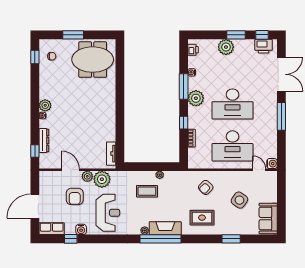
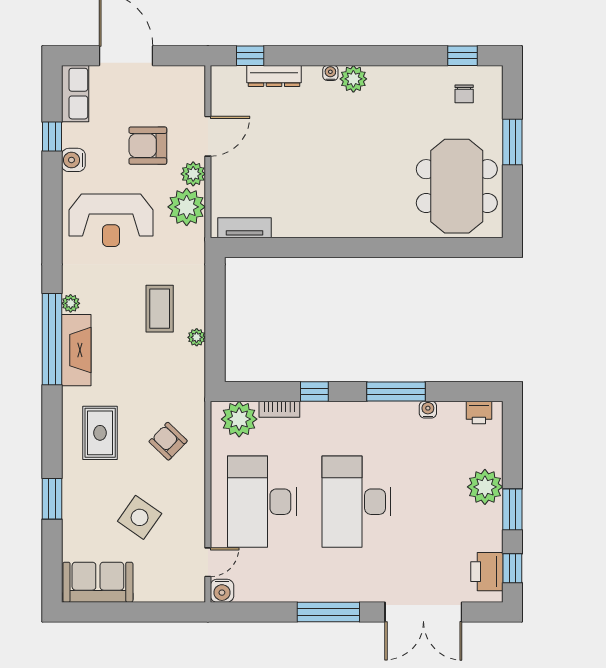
plant: (196, 98) -> (239, 419), moved

